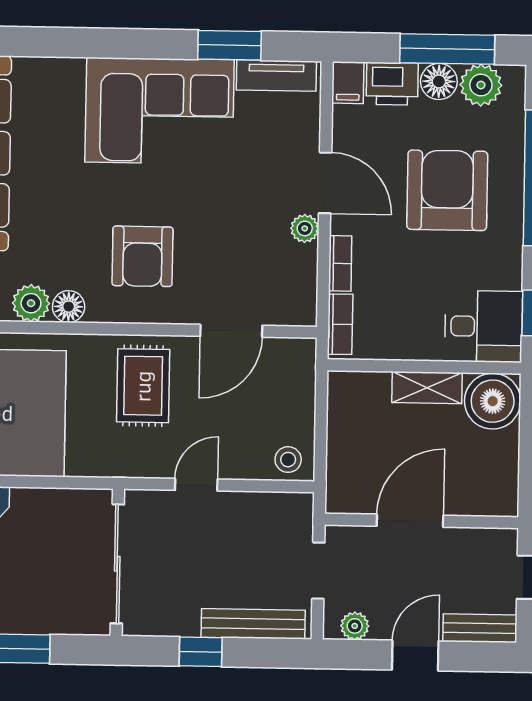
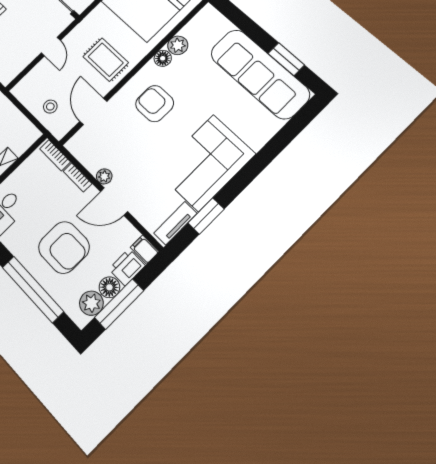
stool: (288, 460) -> (50, 107), moved

